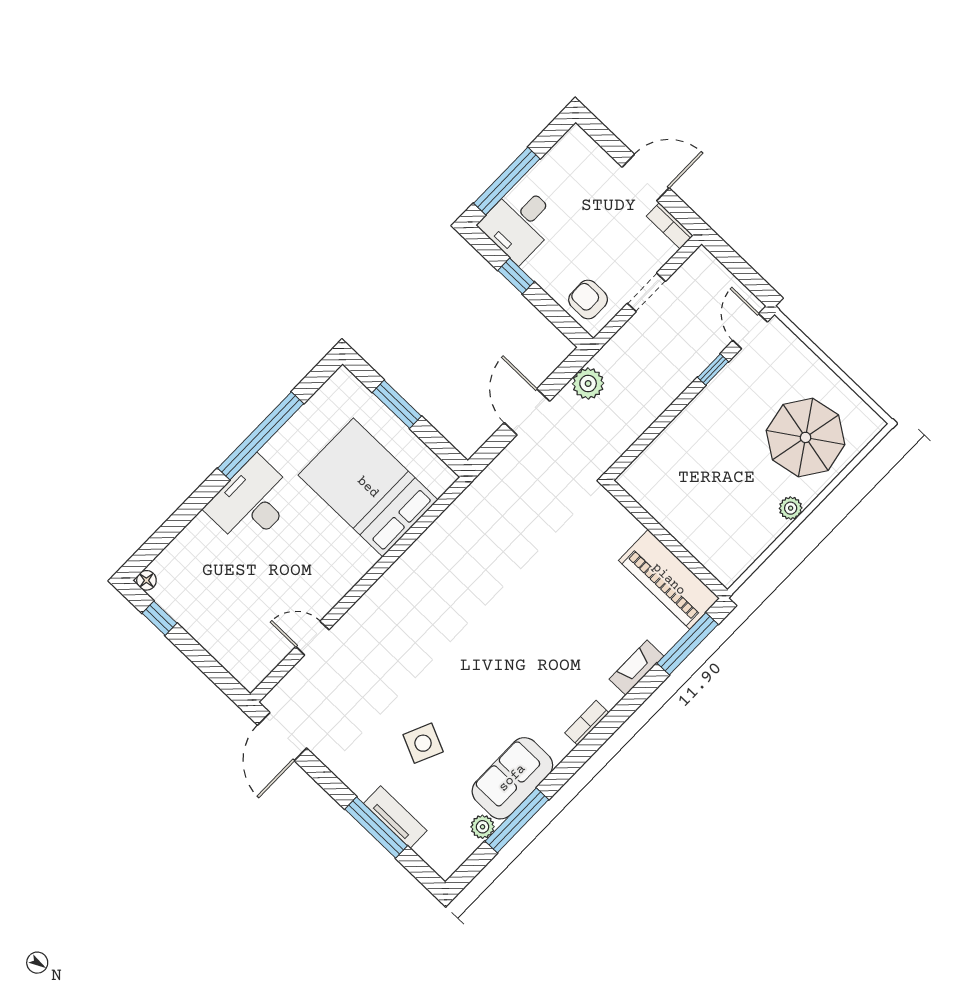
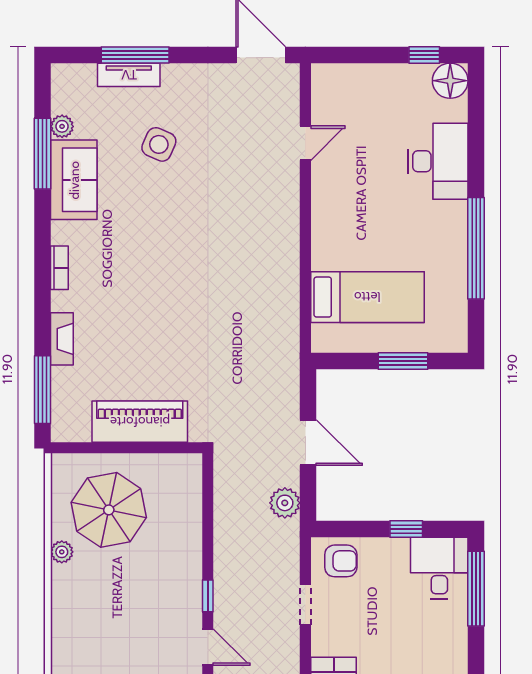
parasol: (806, 437) -> (109, 510), moved
bed: (368, 487) -> (367, 297), width x0.67
desk: (252, 502) -> (438, 161), moved
piano: (669, 579) -> (140, 422), moved
floor lamp: (146, 580) -> (450, 81), width x1.89, depth x1.89

